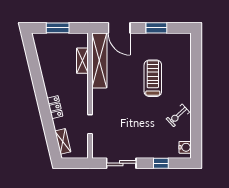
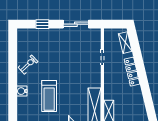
locker: (55, 107) -> (132, 72), width x1.53
water cooler: (185, 147) -> (22, 91), moved

